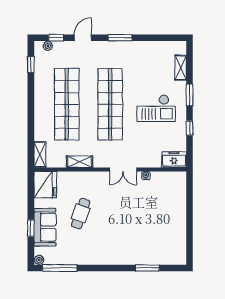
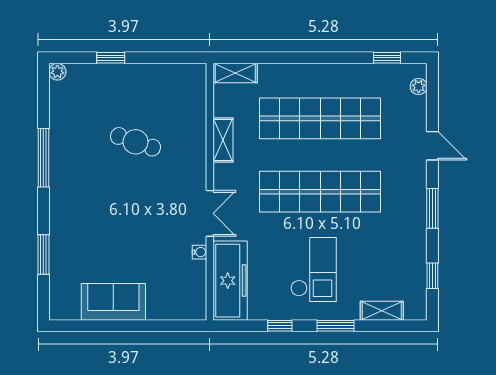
window: (56, 38) -> (432, 276), moved
checkout: (156, 108) -> (313, 269), turned 180
freezer: (174, 160) -> (230, 281), width x1.91, depth x1.26
double door: (123, 170) -> (210, 213), swing flipped
fridge: (45, 185) -> (184, 82), removed
sofa: (45, 227) -> (113, 302), moved, turned 180
window: (60, 268) -> (43, 158), moved

